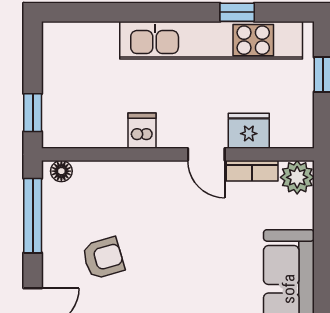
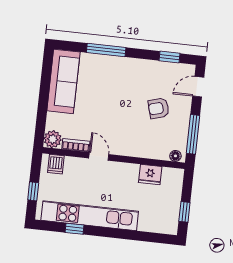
window: (33, 113) -> (184, 212), moved
dishwasher: (142, 131) -> (56, 164), moved
fridge: (249, 131) -> (150, 174), moved

